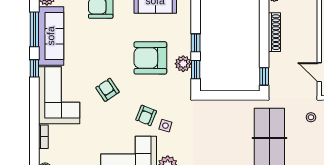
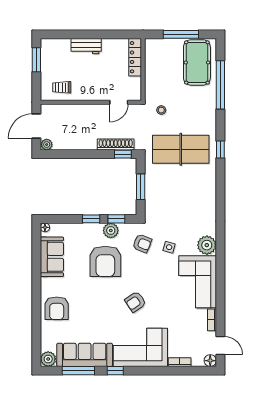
shoe rack: (274, 32) -> (116, 144), moved
window: (230, 95) -> (141, 187), added
armchair: (146, 115) -> (142, 243), moved

